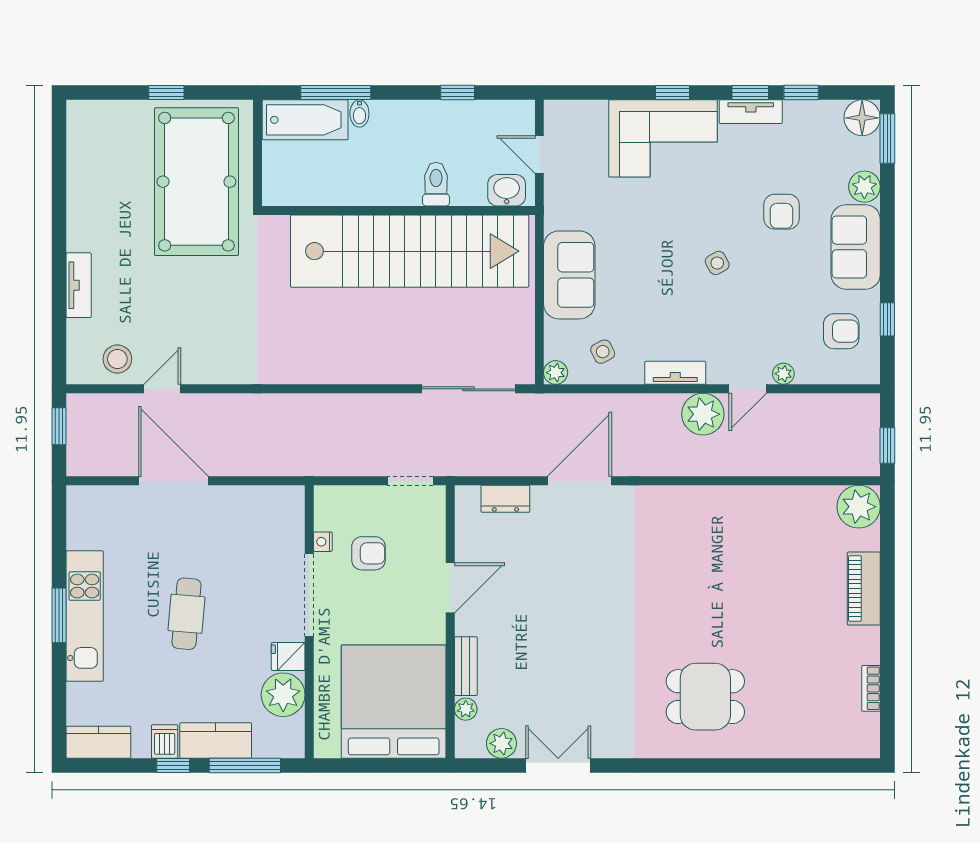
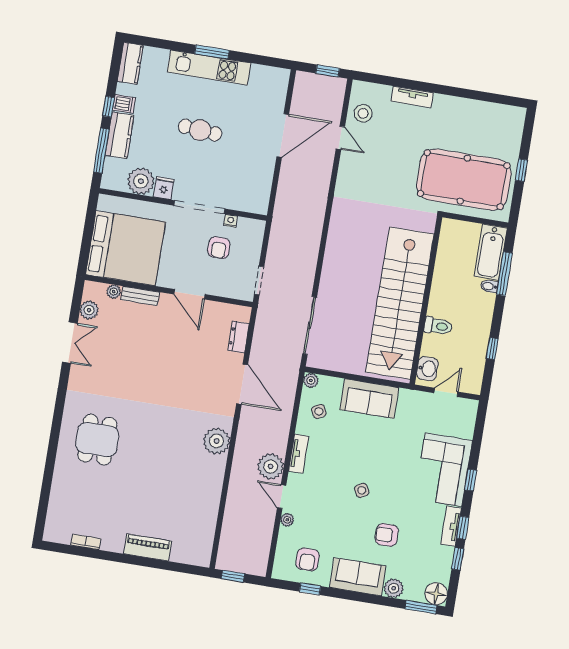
plant: (859, 507) -> (217, 441), moved

